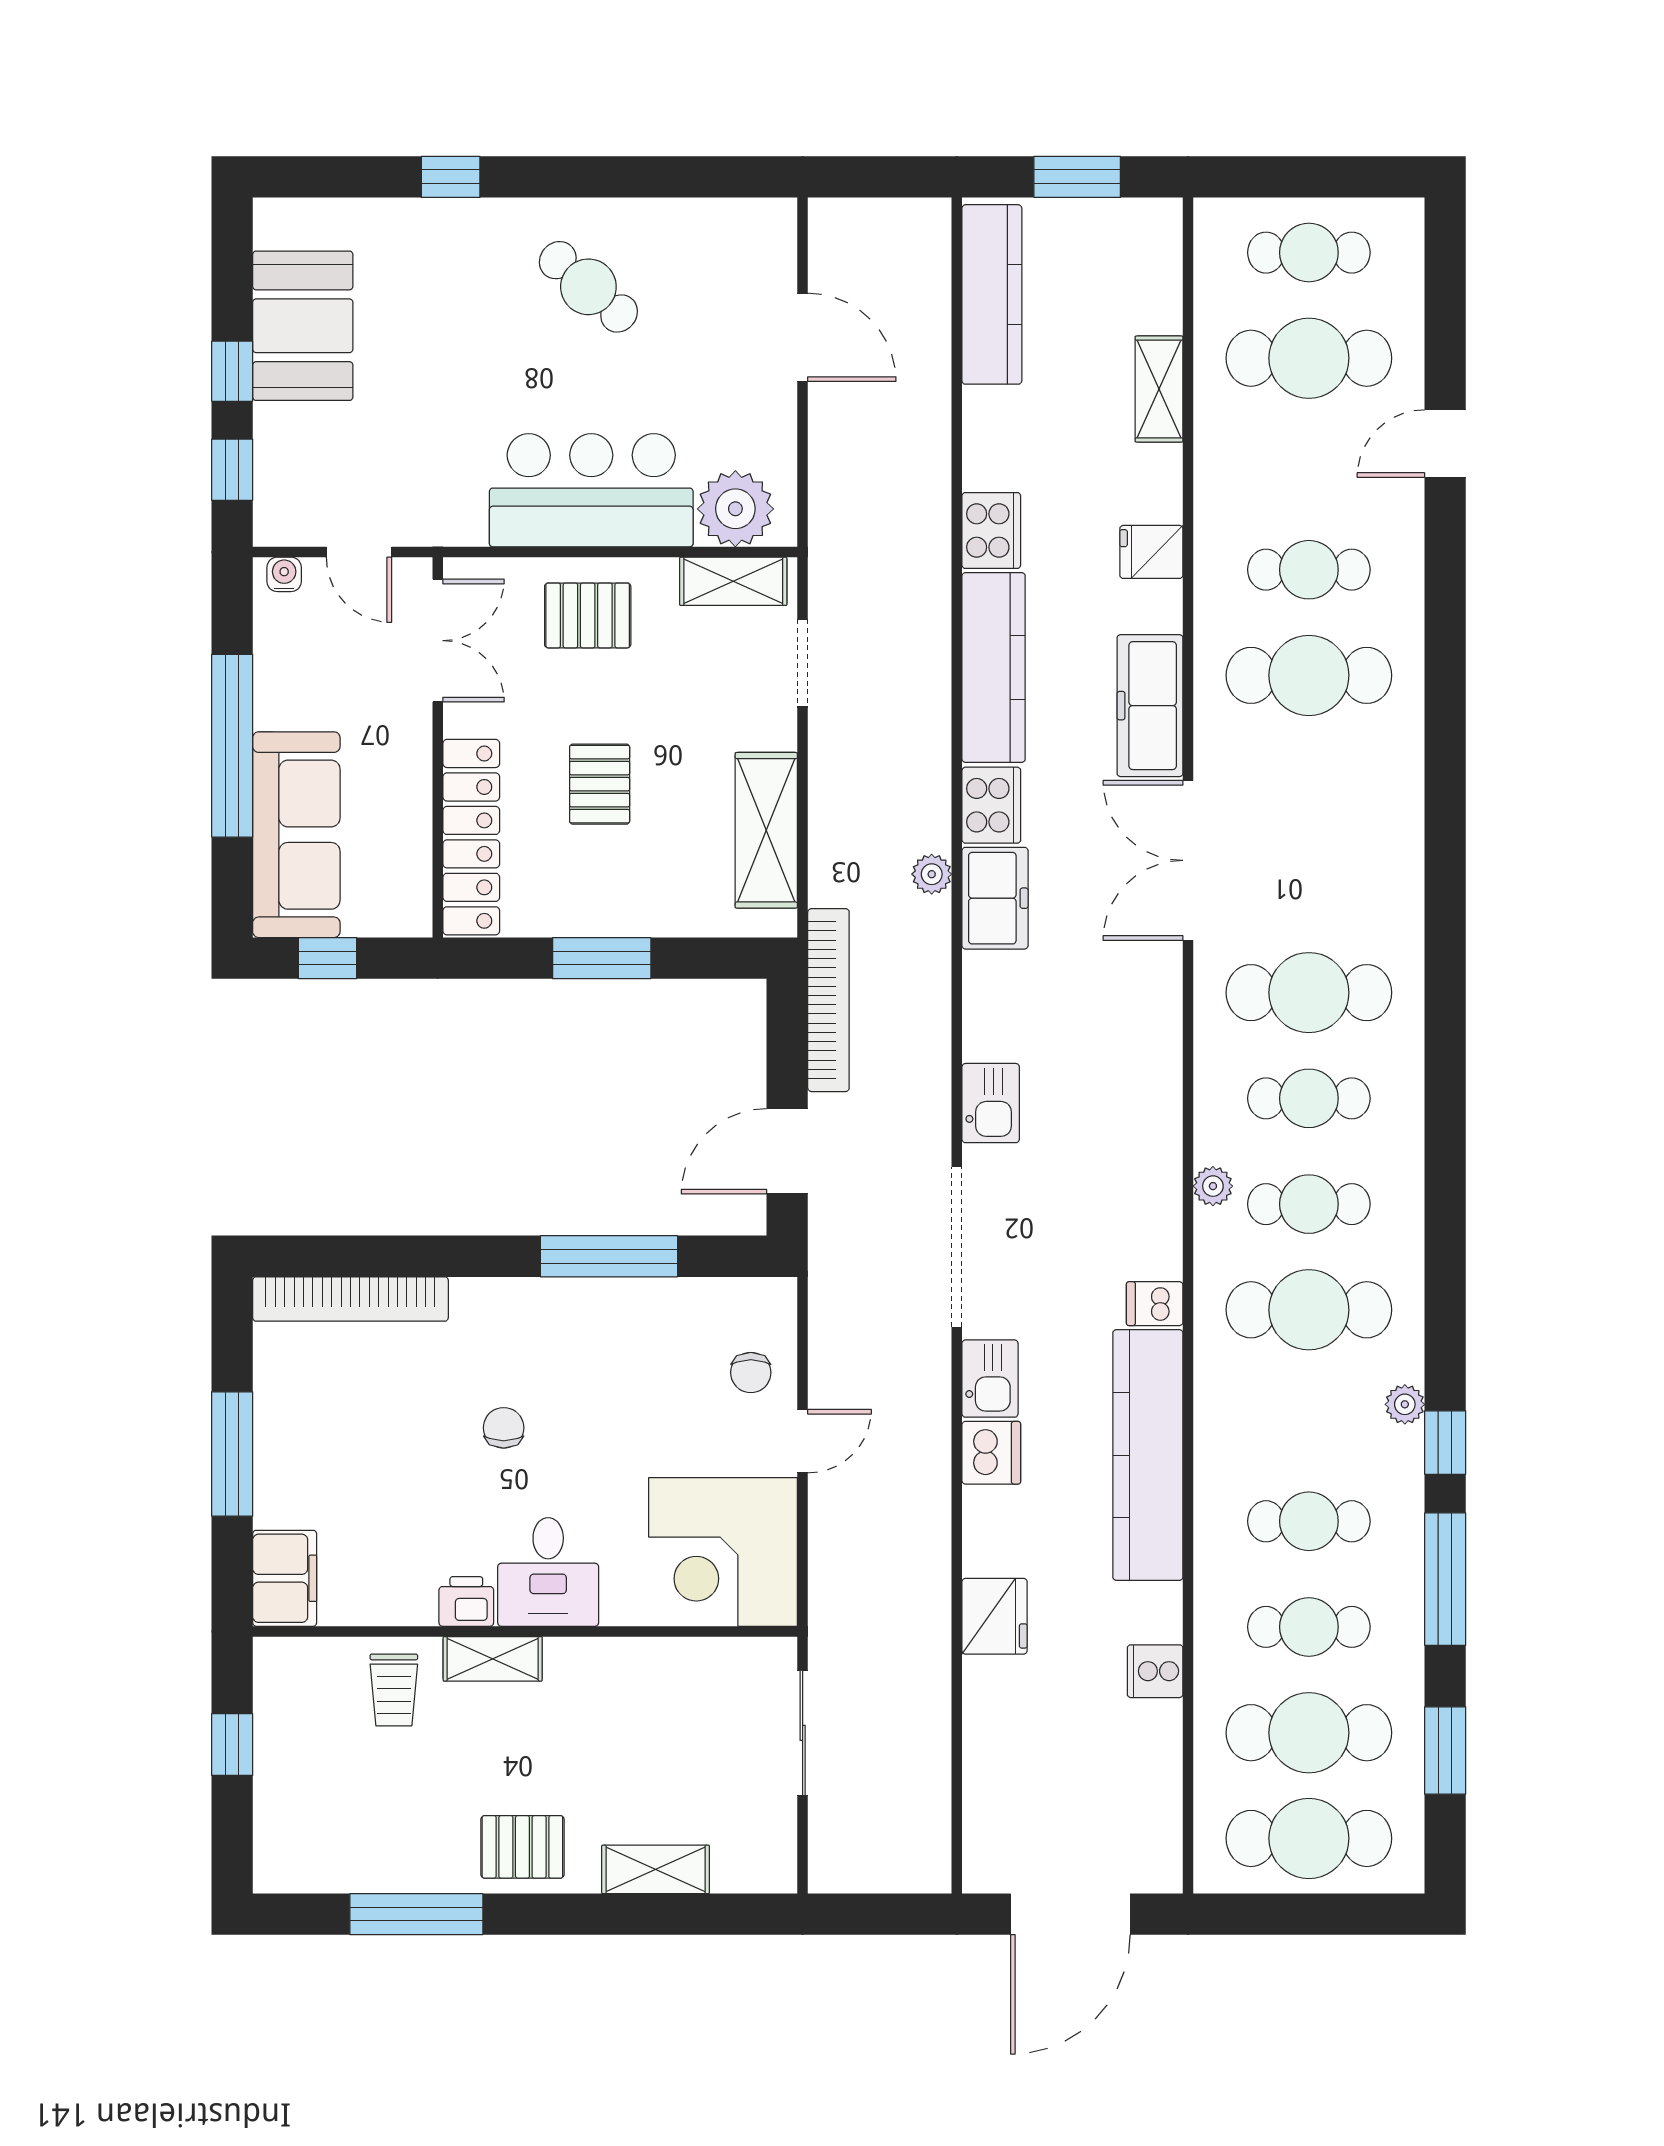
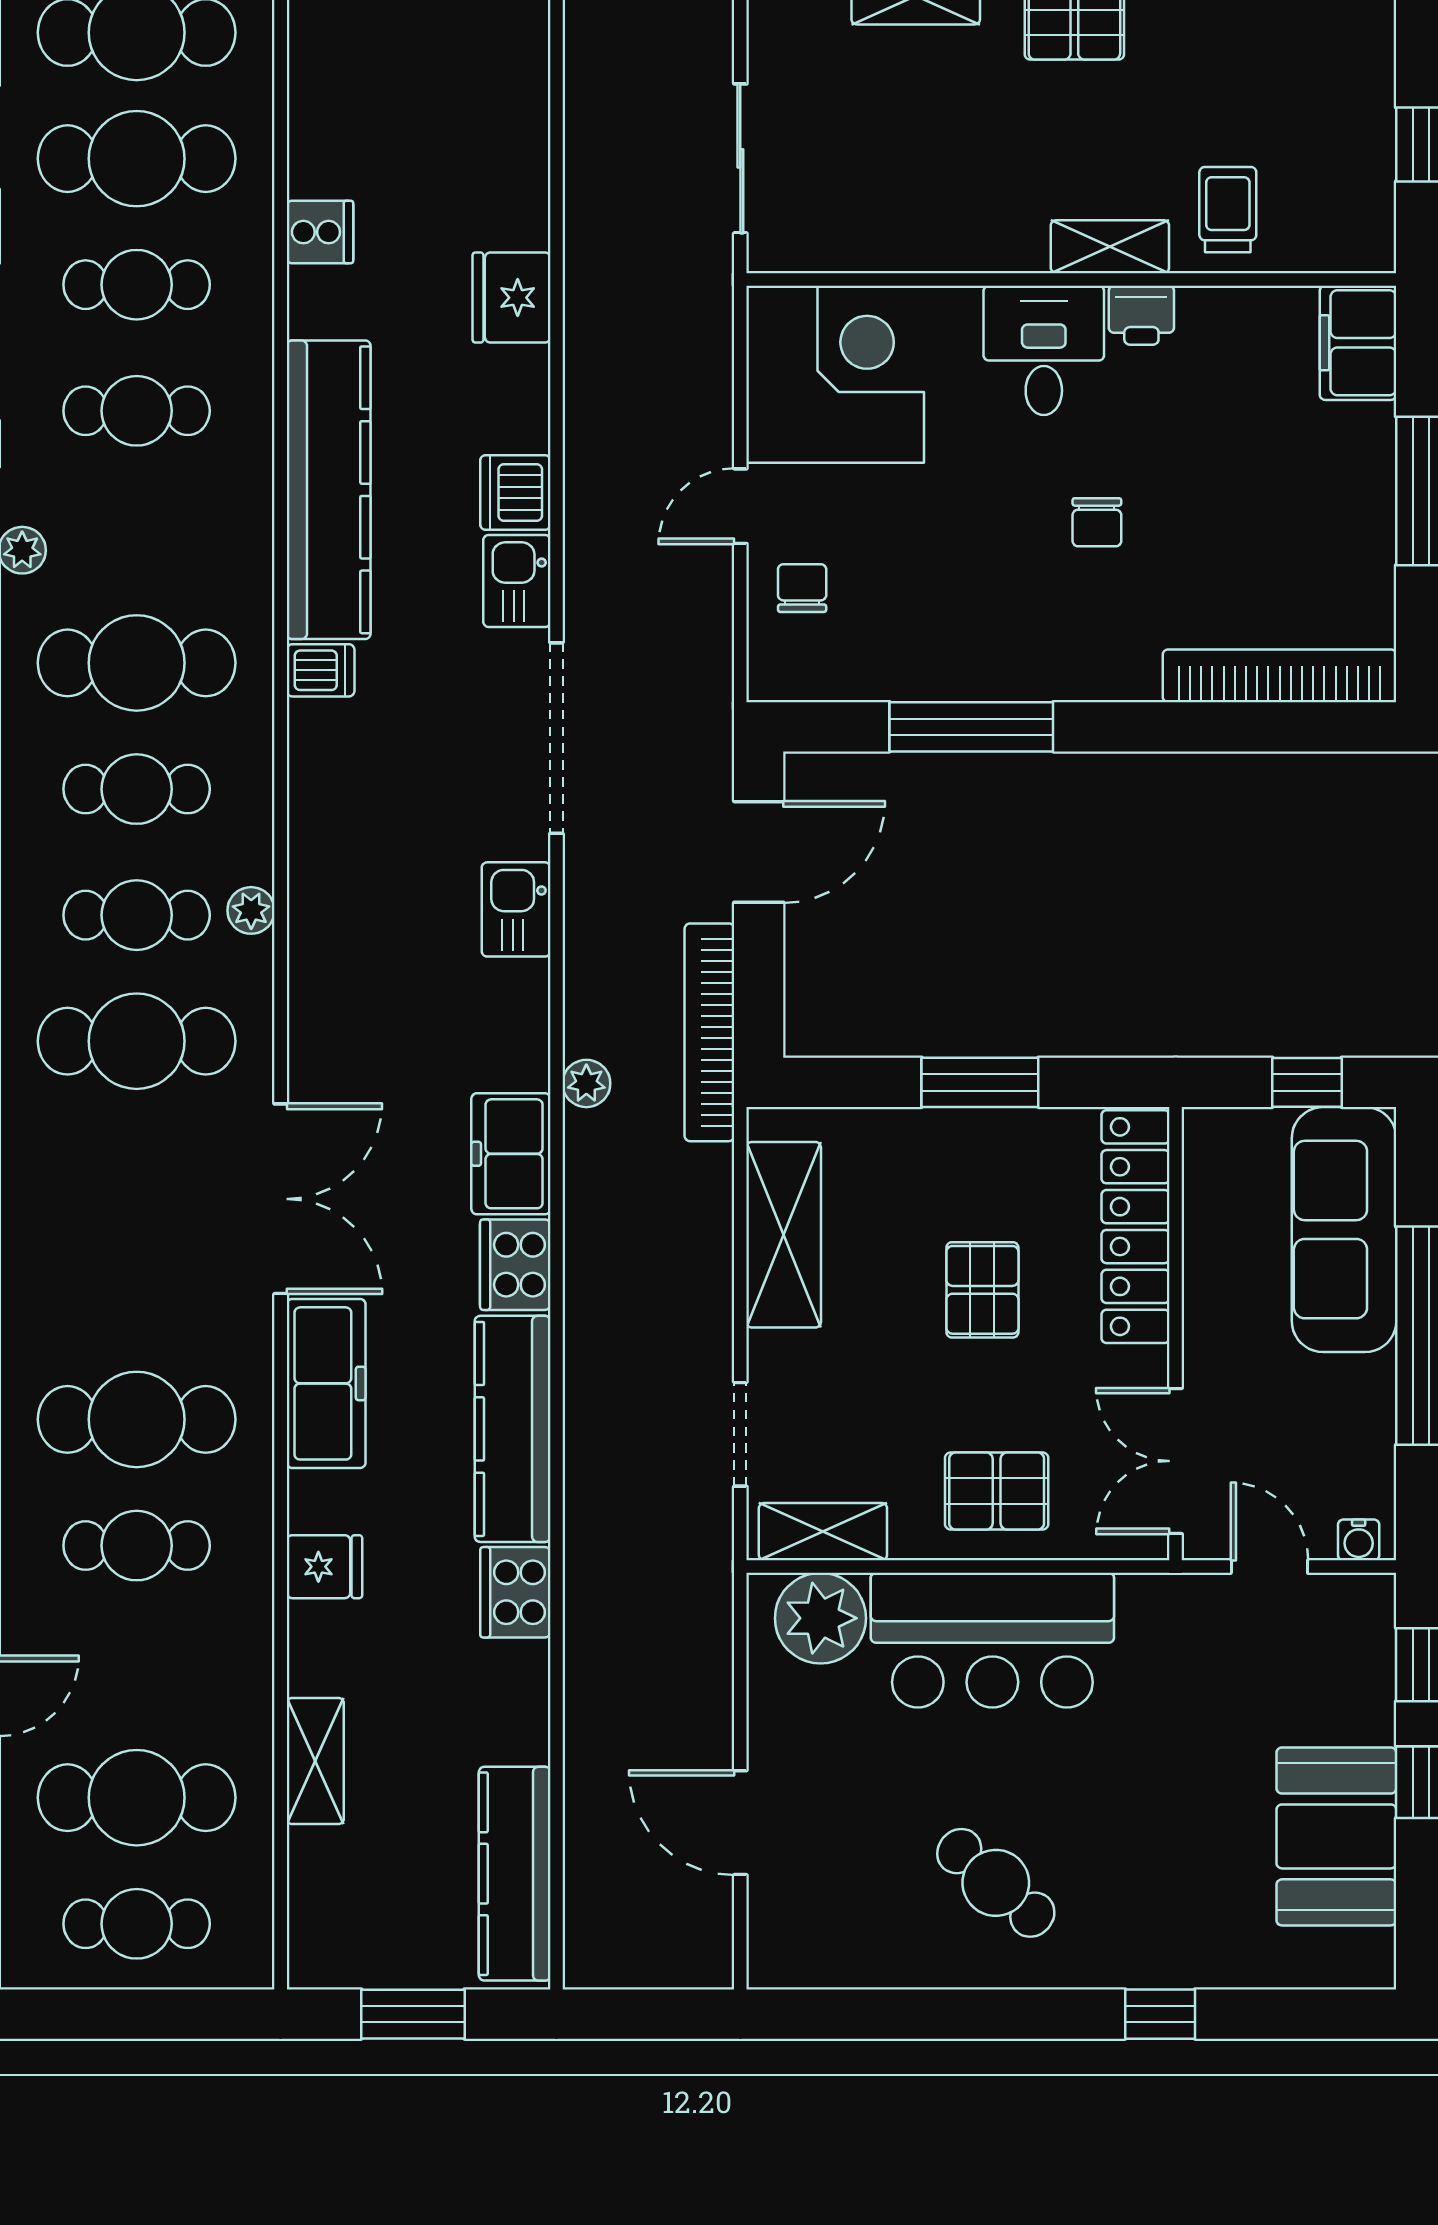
plant: (932, 874) -> (586, 1083), moved
plant: (1213, 1186) -> (251, 910), moved

